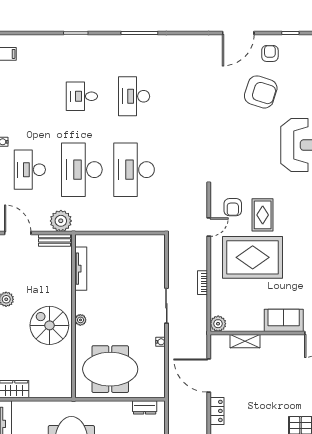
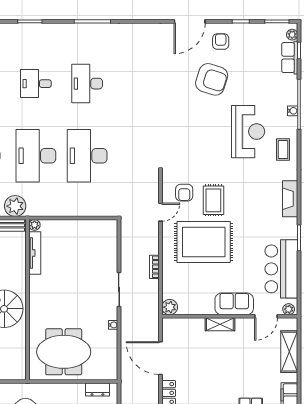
plant: (80, 320) -> (34, 225), moved
shelving: (245, 341) -> (220, 324), moved

